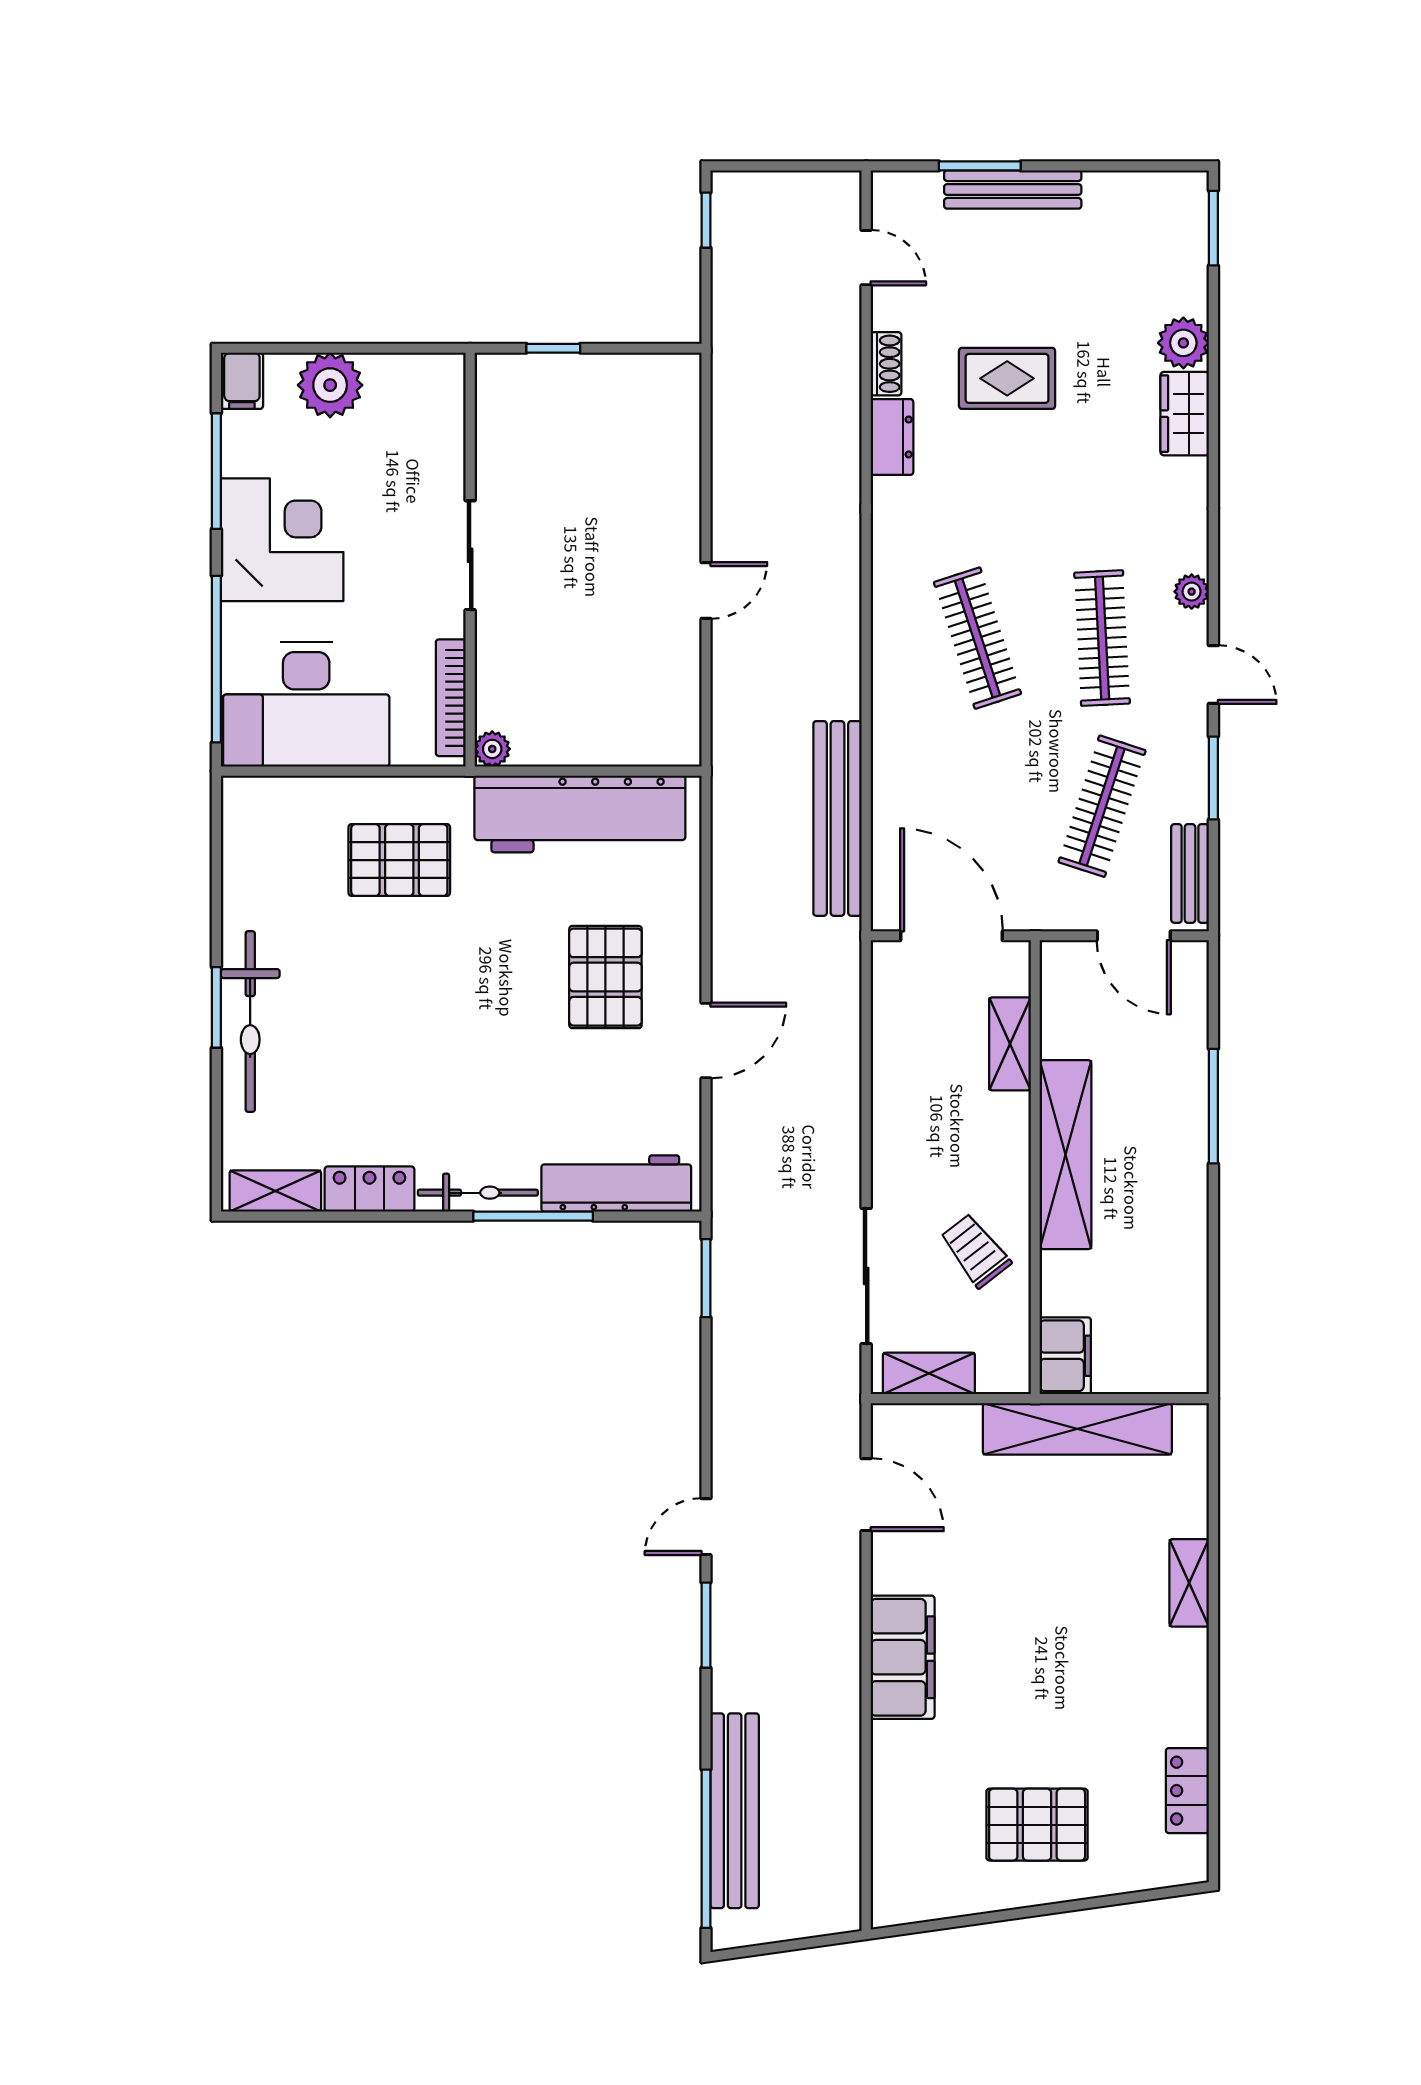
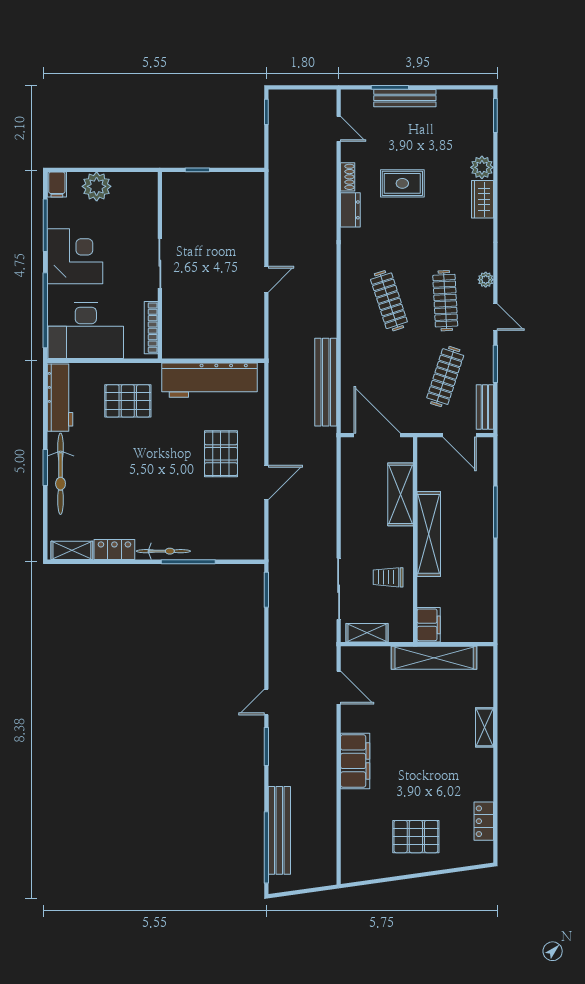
plant: (492, 749) -> (170, 351), removed
shelving: (1010, 1044) -> (400, 494), width x1.50, depth x1.33
workbench: (616, 1184) -> (60, 398), moved, turned 90
trolley: (975, 1251) -> (388, 577), turned -52

